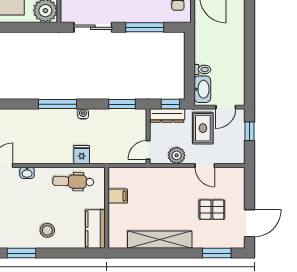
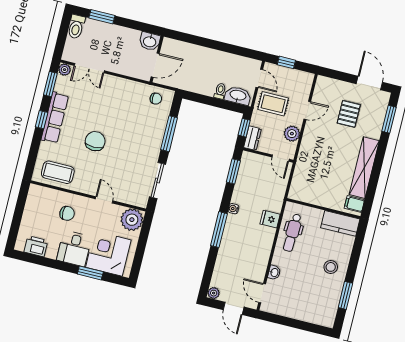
dresser: (167, 115) -> (253, 138), width x0.70
filing cabinet: (118, 196) -> (354, 204), moved, turned -90

